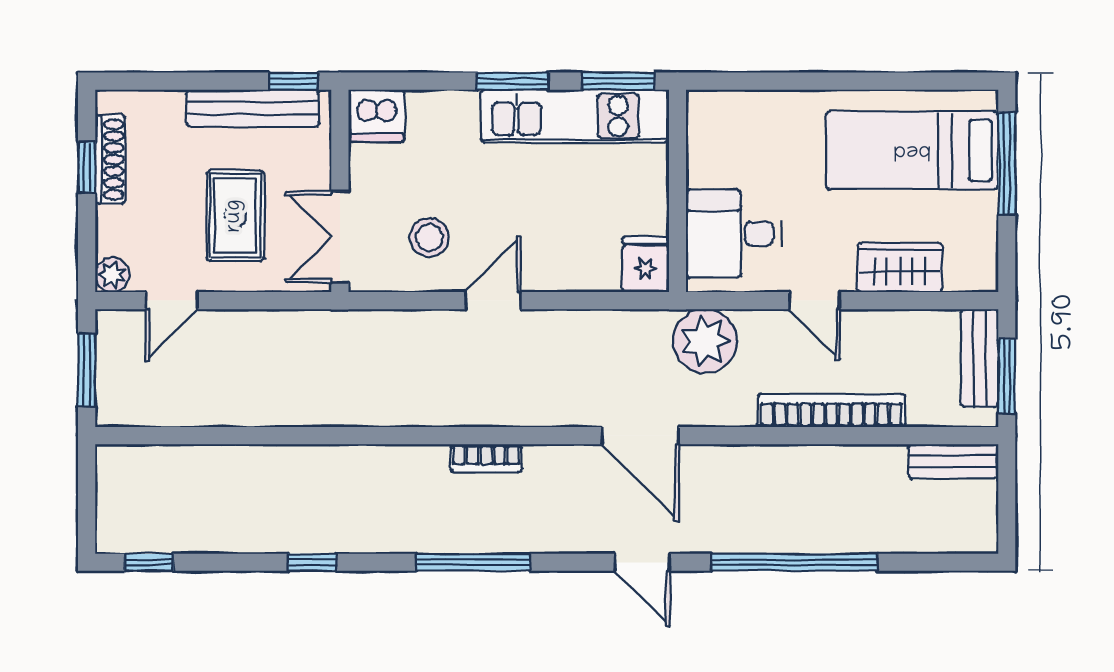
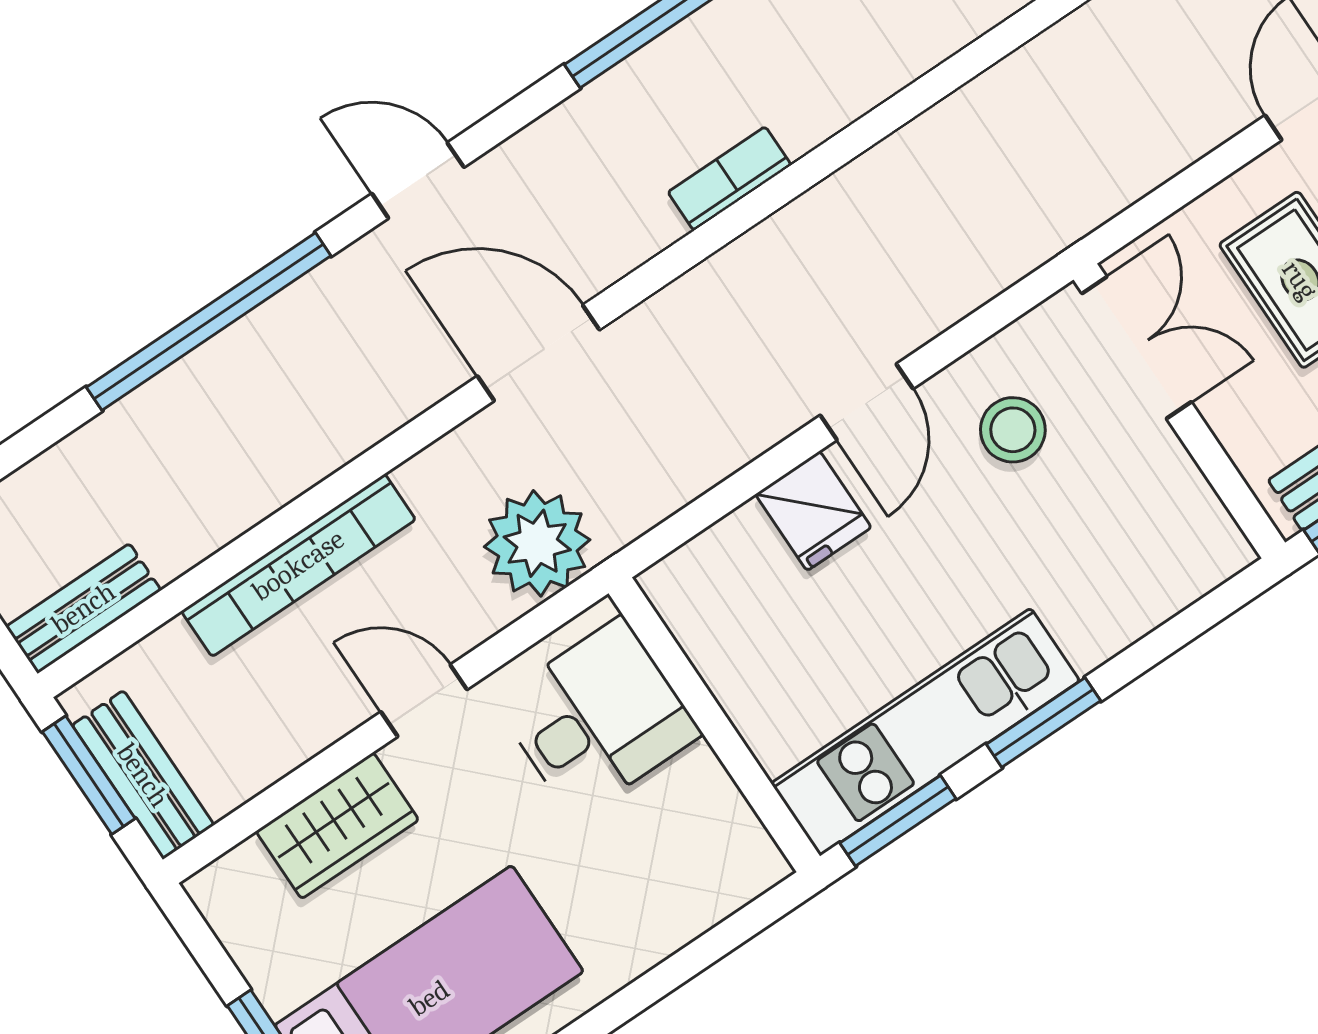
dishwasher: (376, 116) -> (1199, 548), removed
fridge: (646, 264) -> (813, 511), moved

